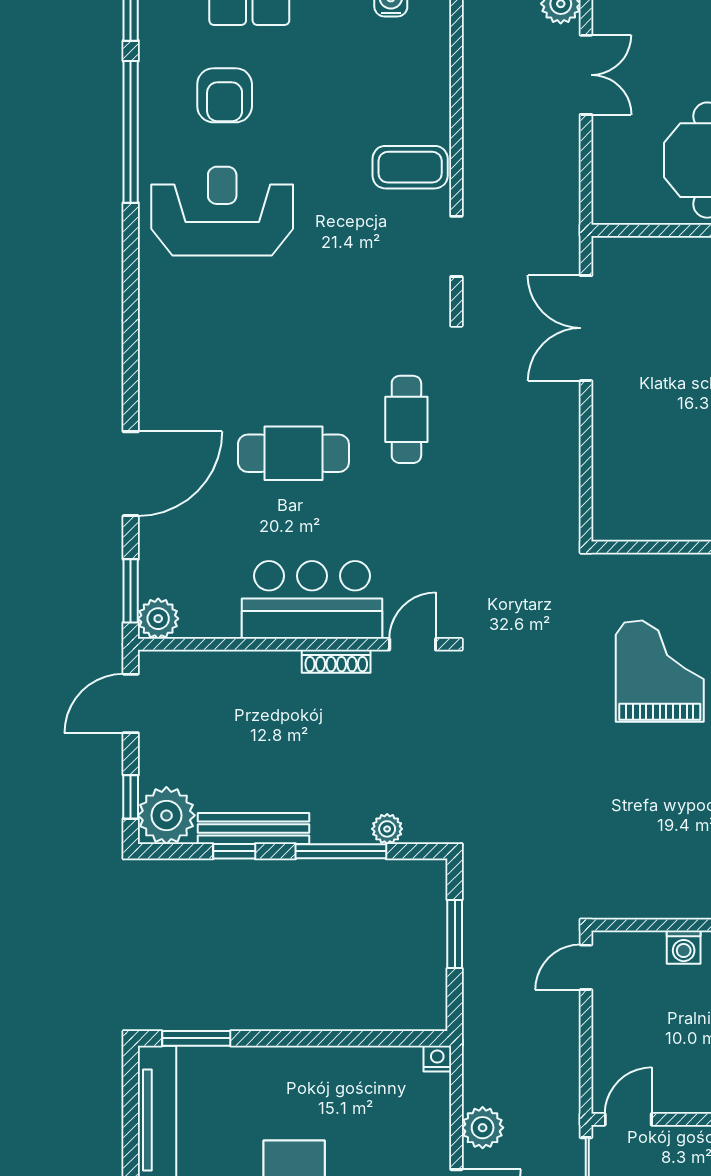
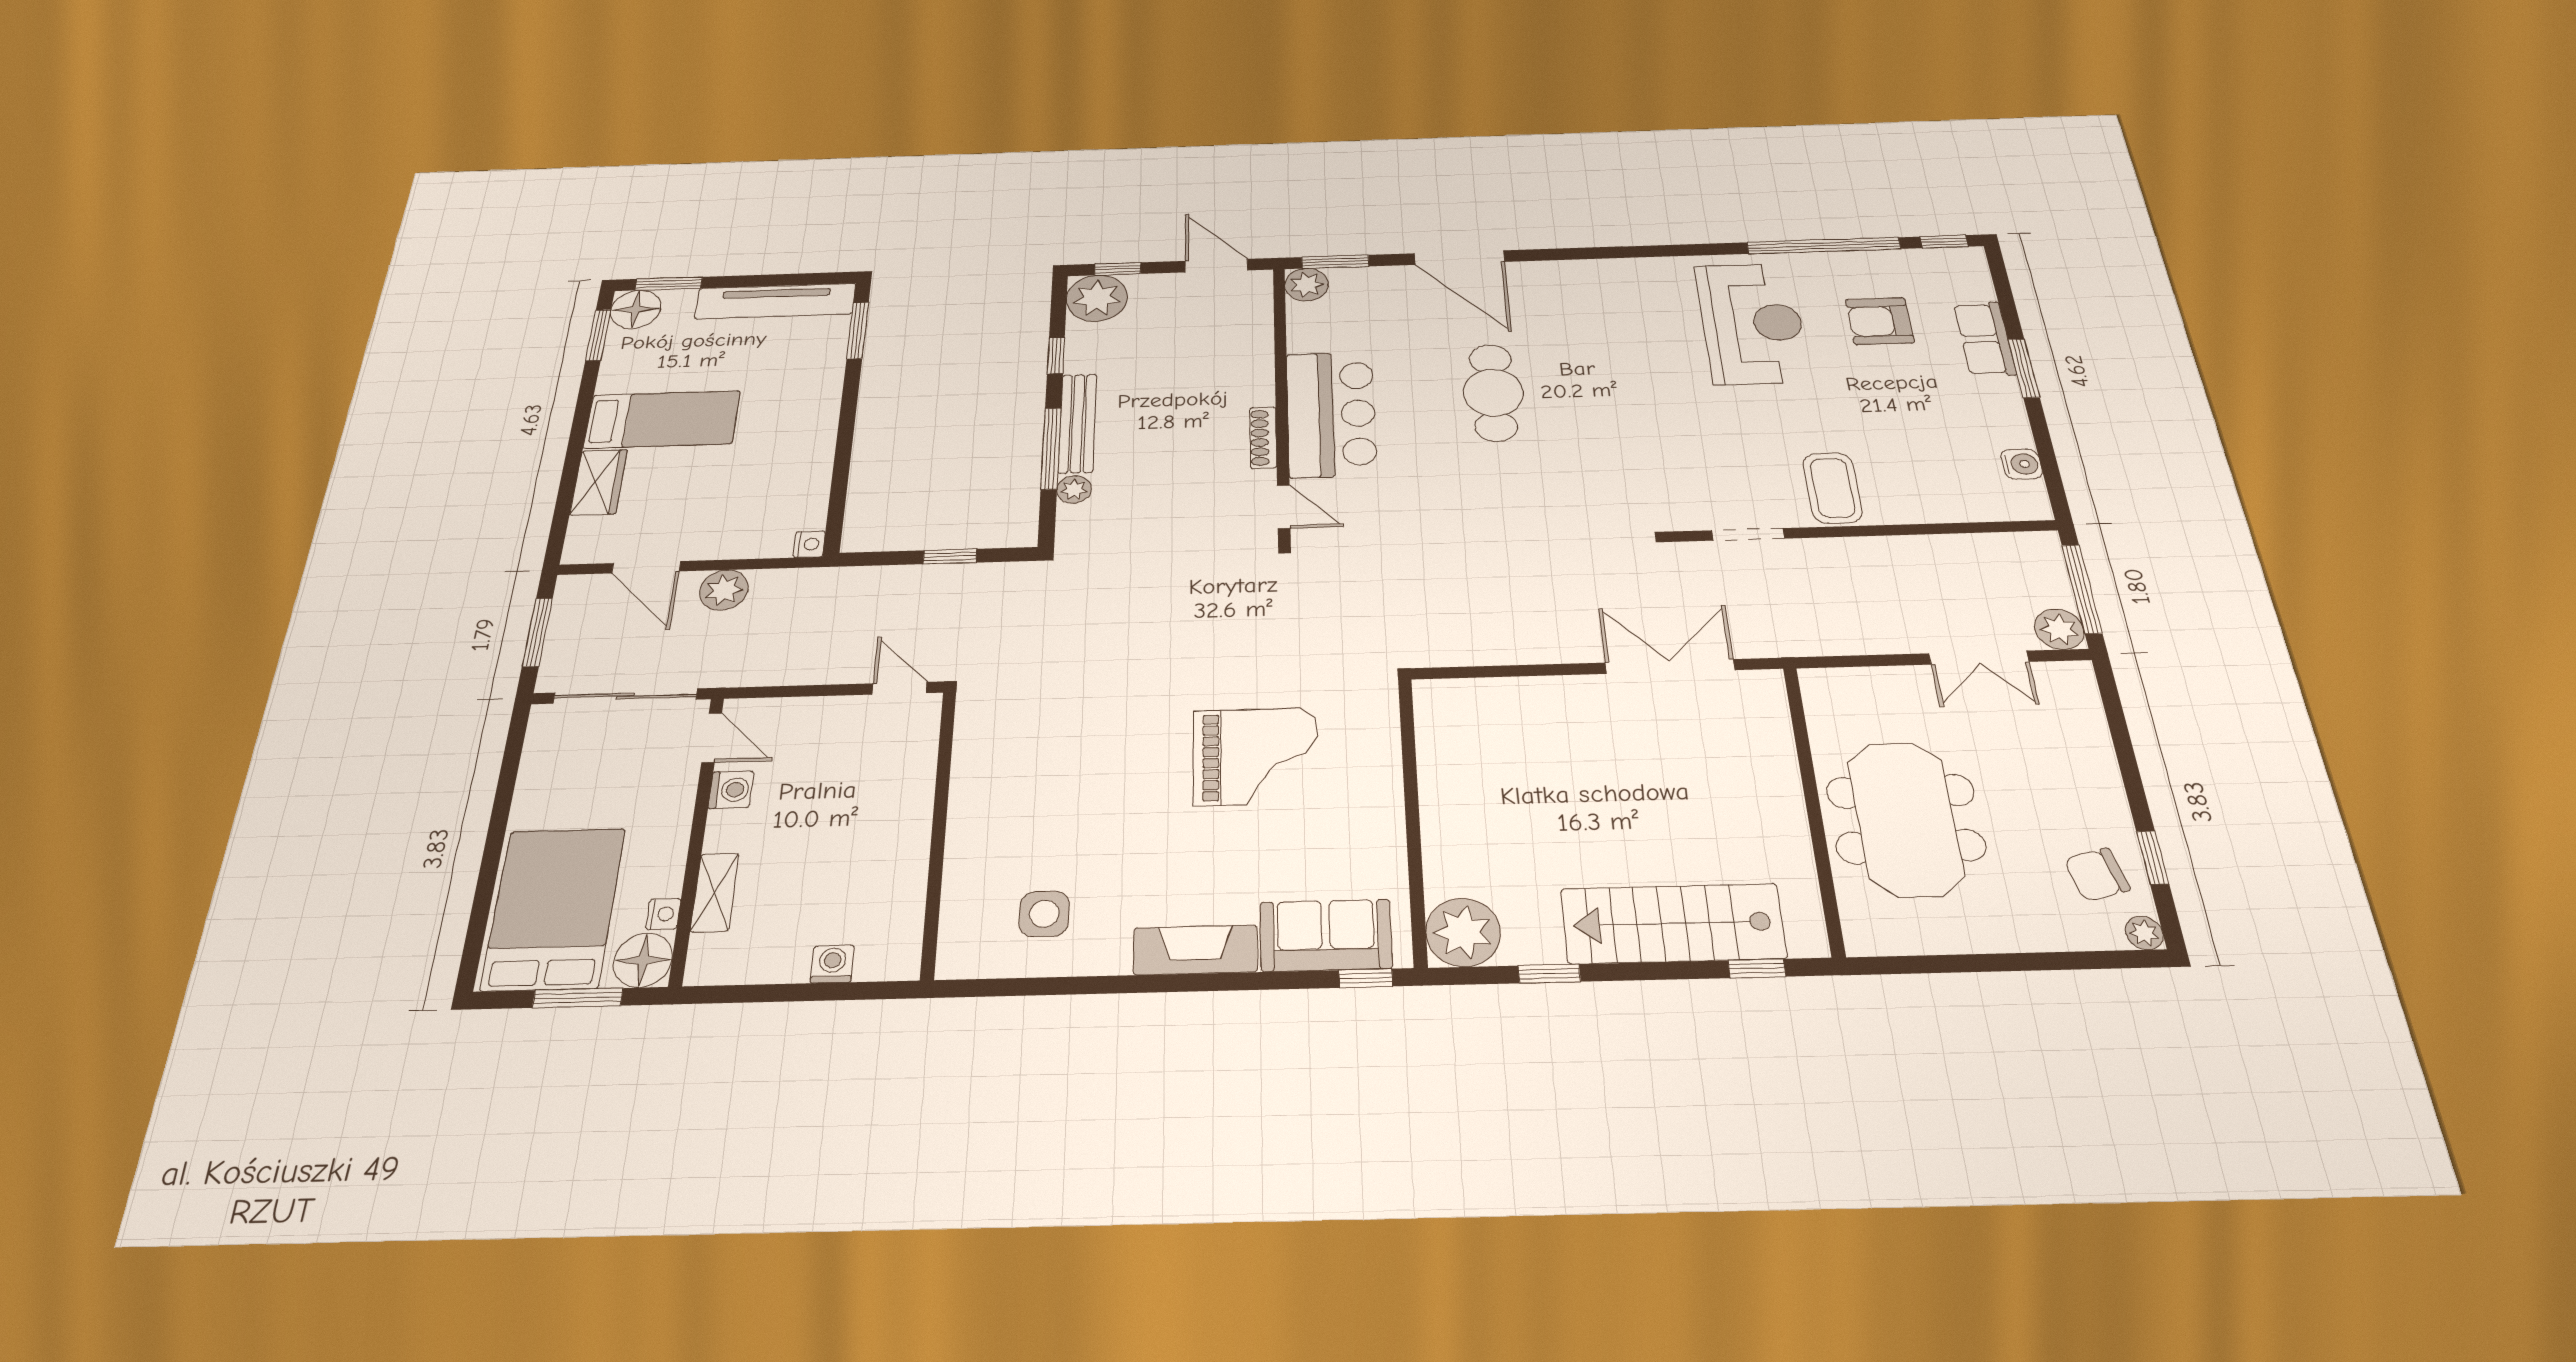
cafe table: (406, 419) -> (1541, 493), removed
bench: (254, 828) -> (1078, 423), moved
window: (455, 934) -> (950, 556), width x0.67
washing machine: (684, 947) -> (731, 790), moved, turned 180

